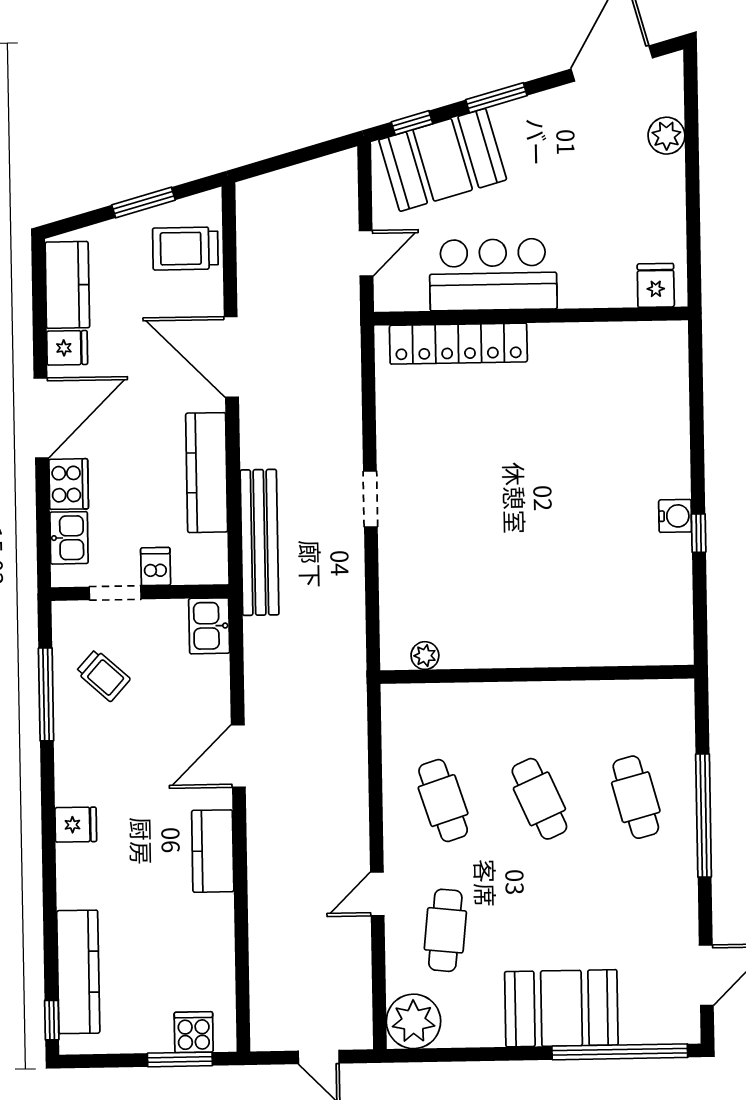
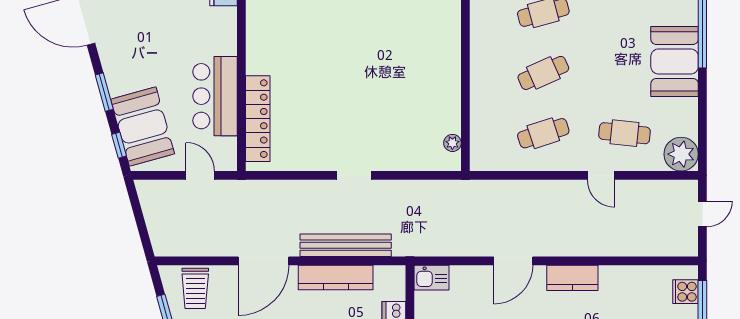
bench: (260, 542) -> (346, 245), moved
door: (238, 756) -> (513, 261), hinge flipped

